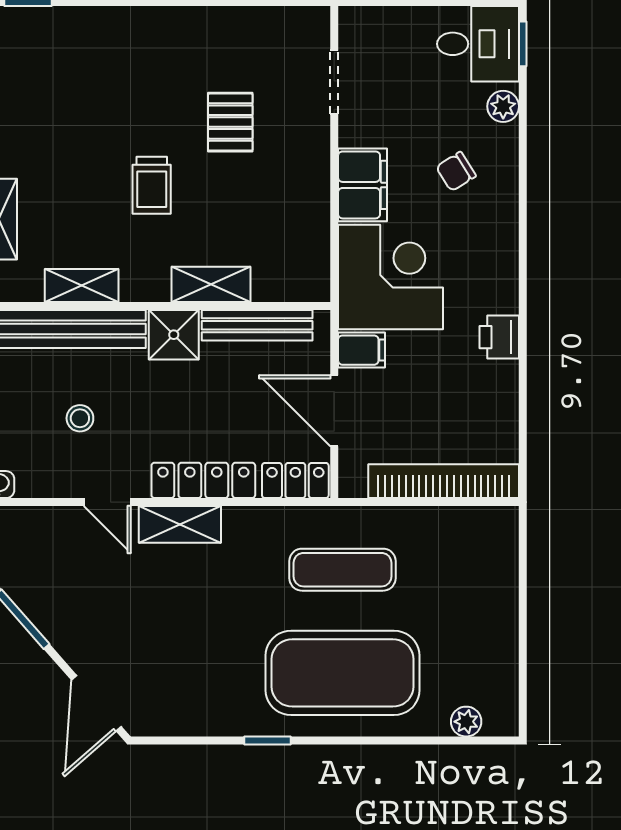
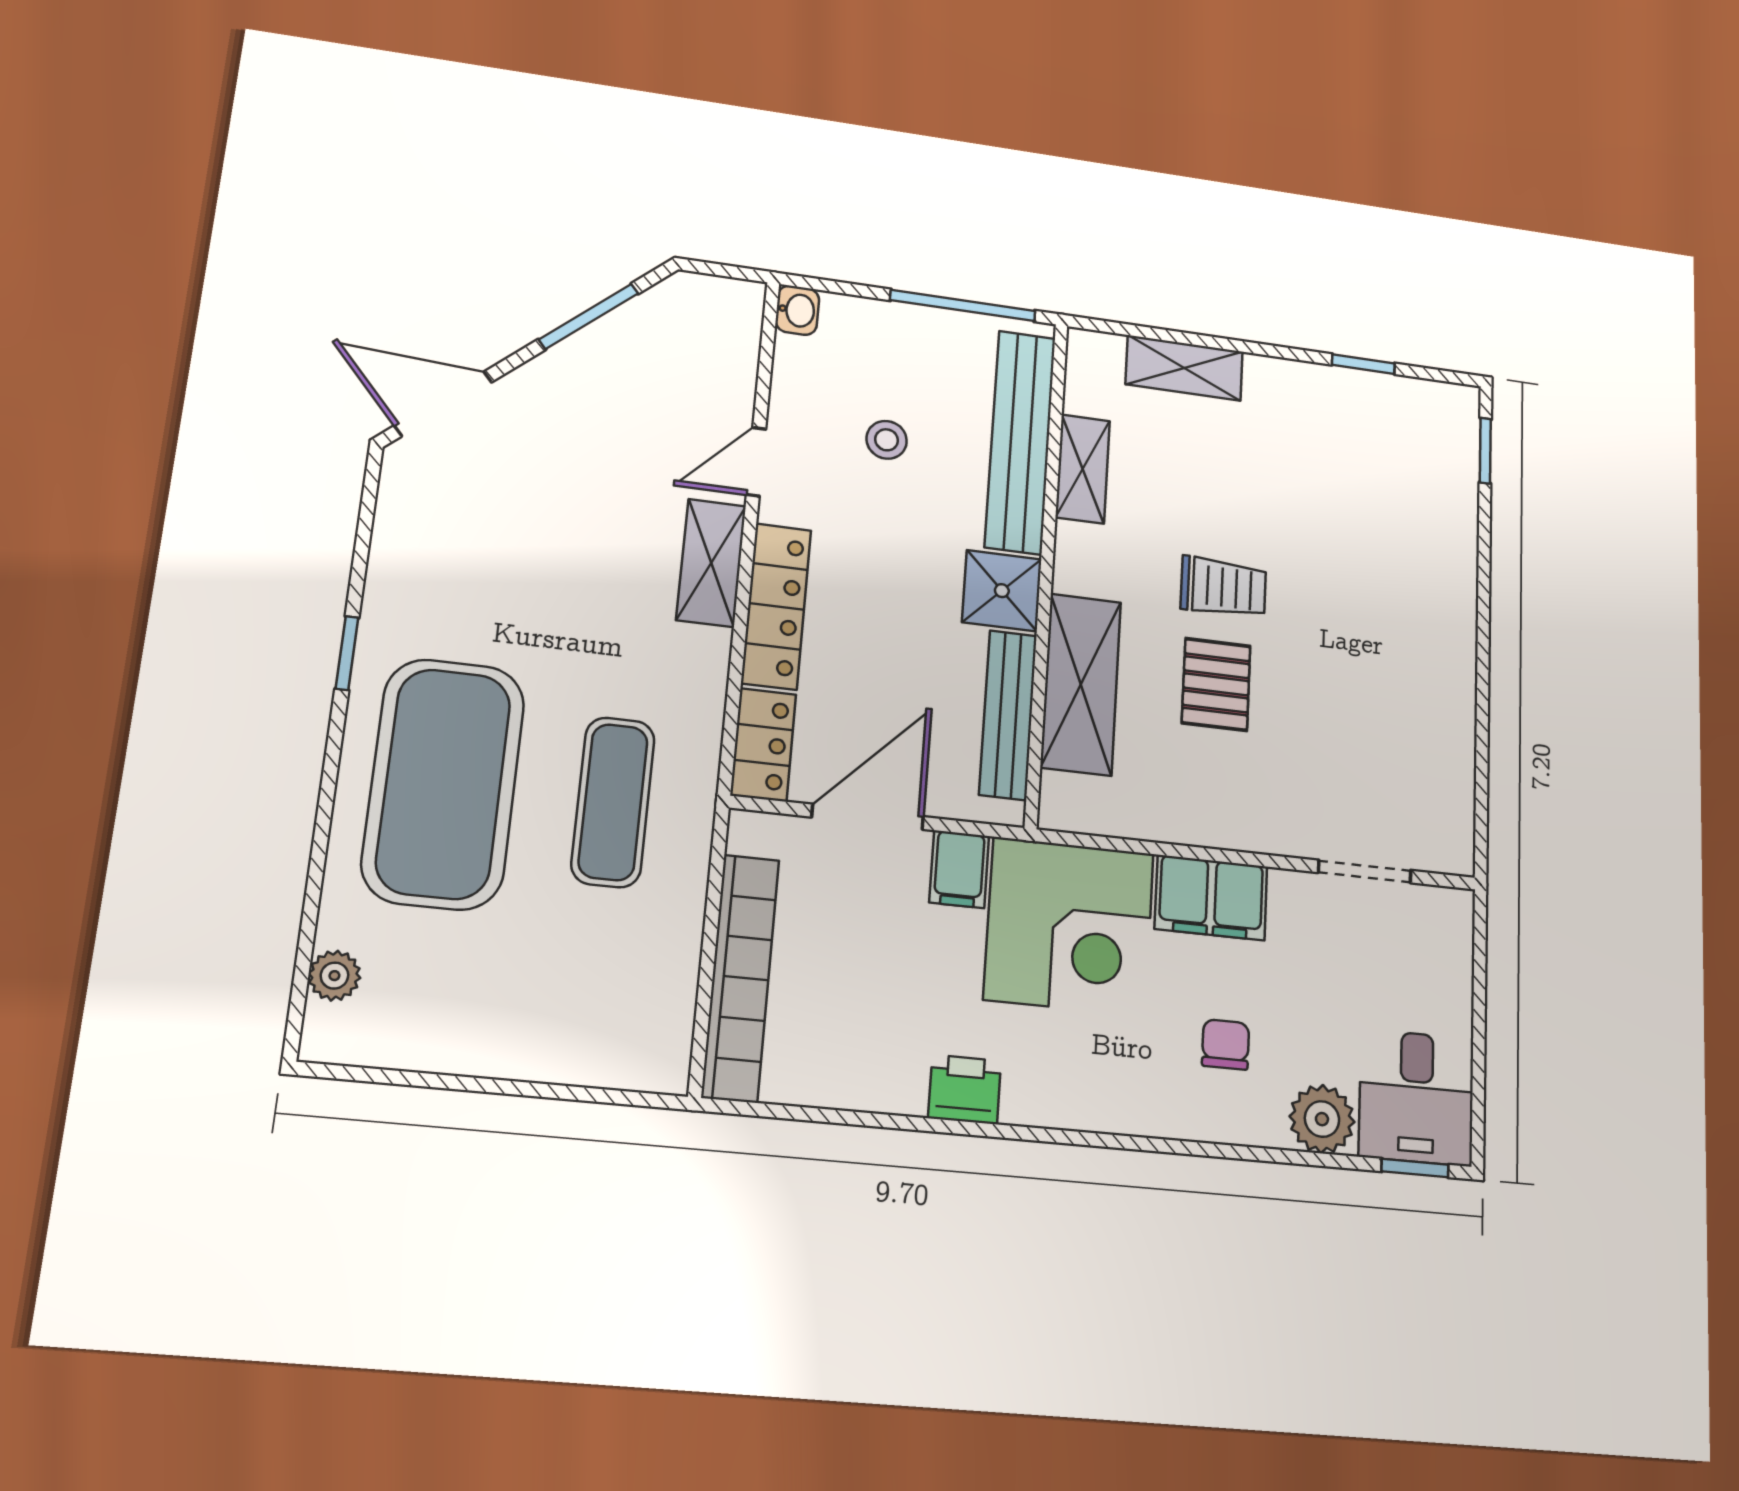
plant: (503, 106) -> (1322, 1119), width x1.38, depth x1.38
pallet: (230, 122) -> (1216, 684), moved, turned 90
chair: (456, 172) -> (1226, 1044), turned 32
trolley: (152, 185) -> (1223, 587), turned 180
shelving: (211, 284) -> (1081, 684), width x1.50, depth x1.33

